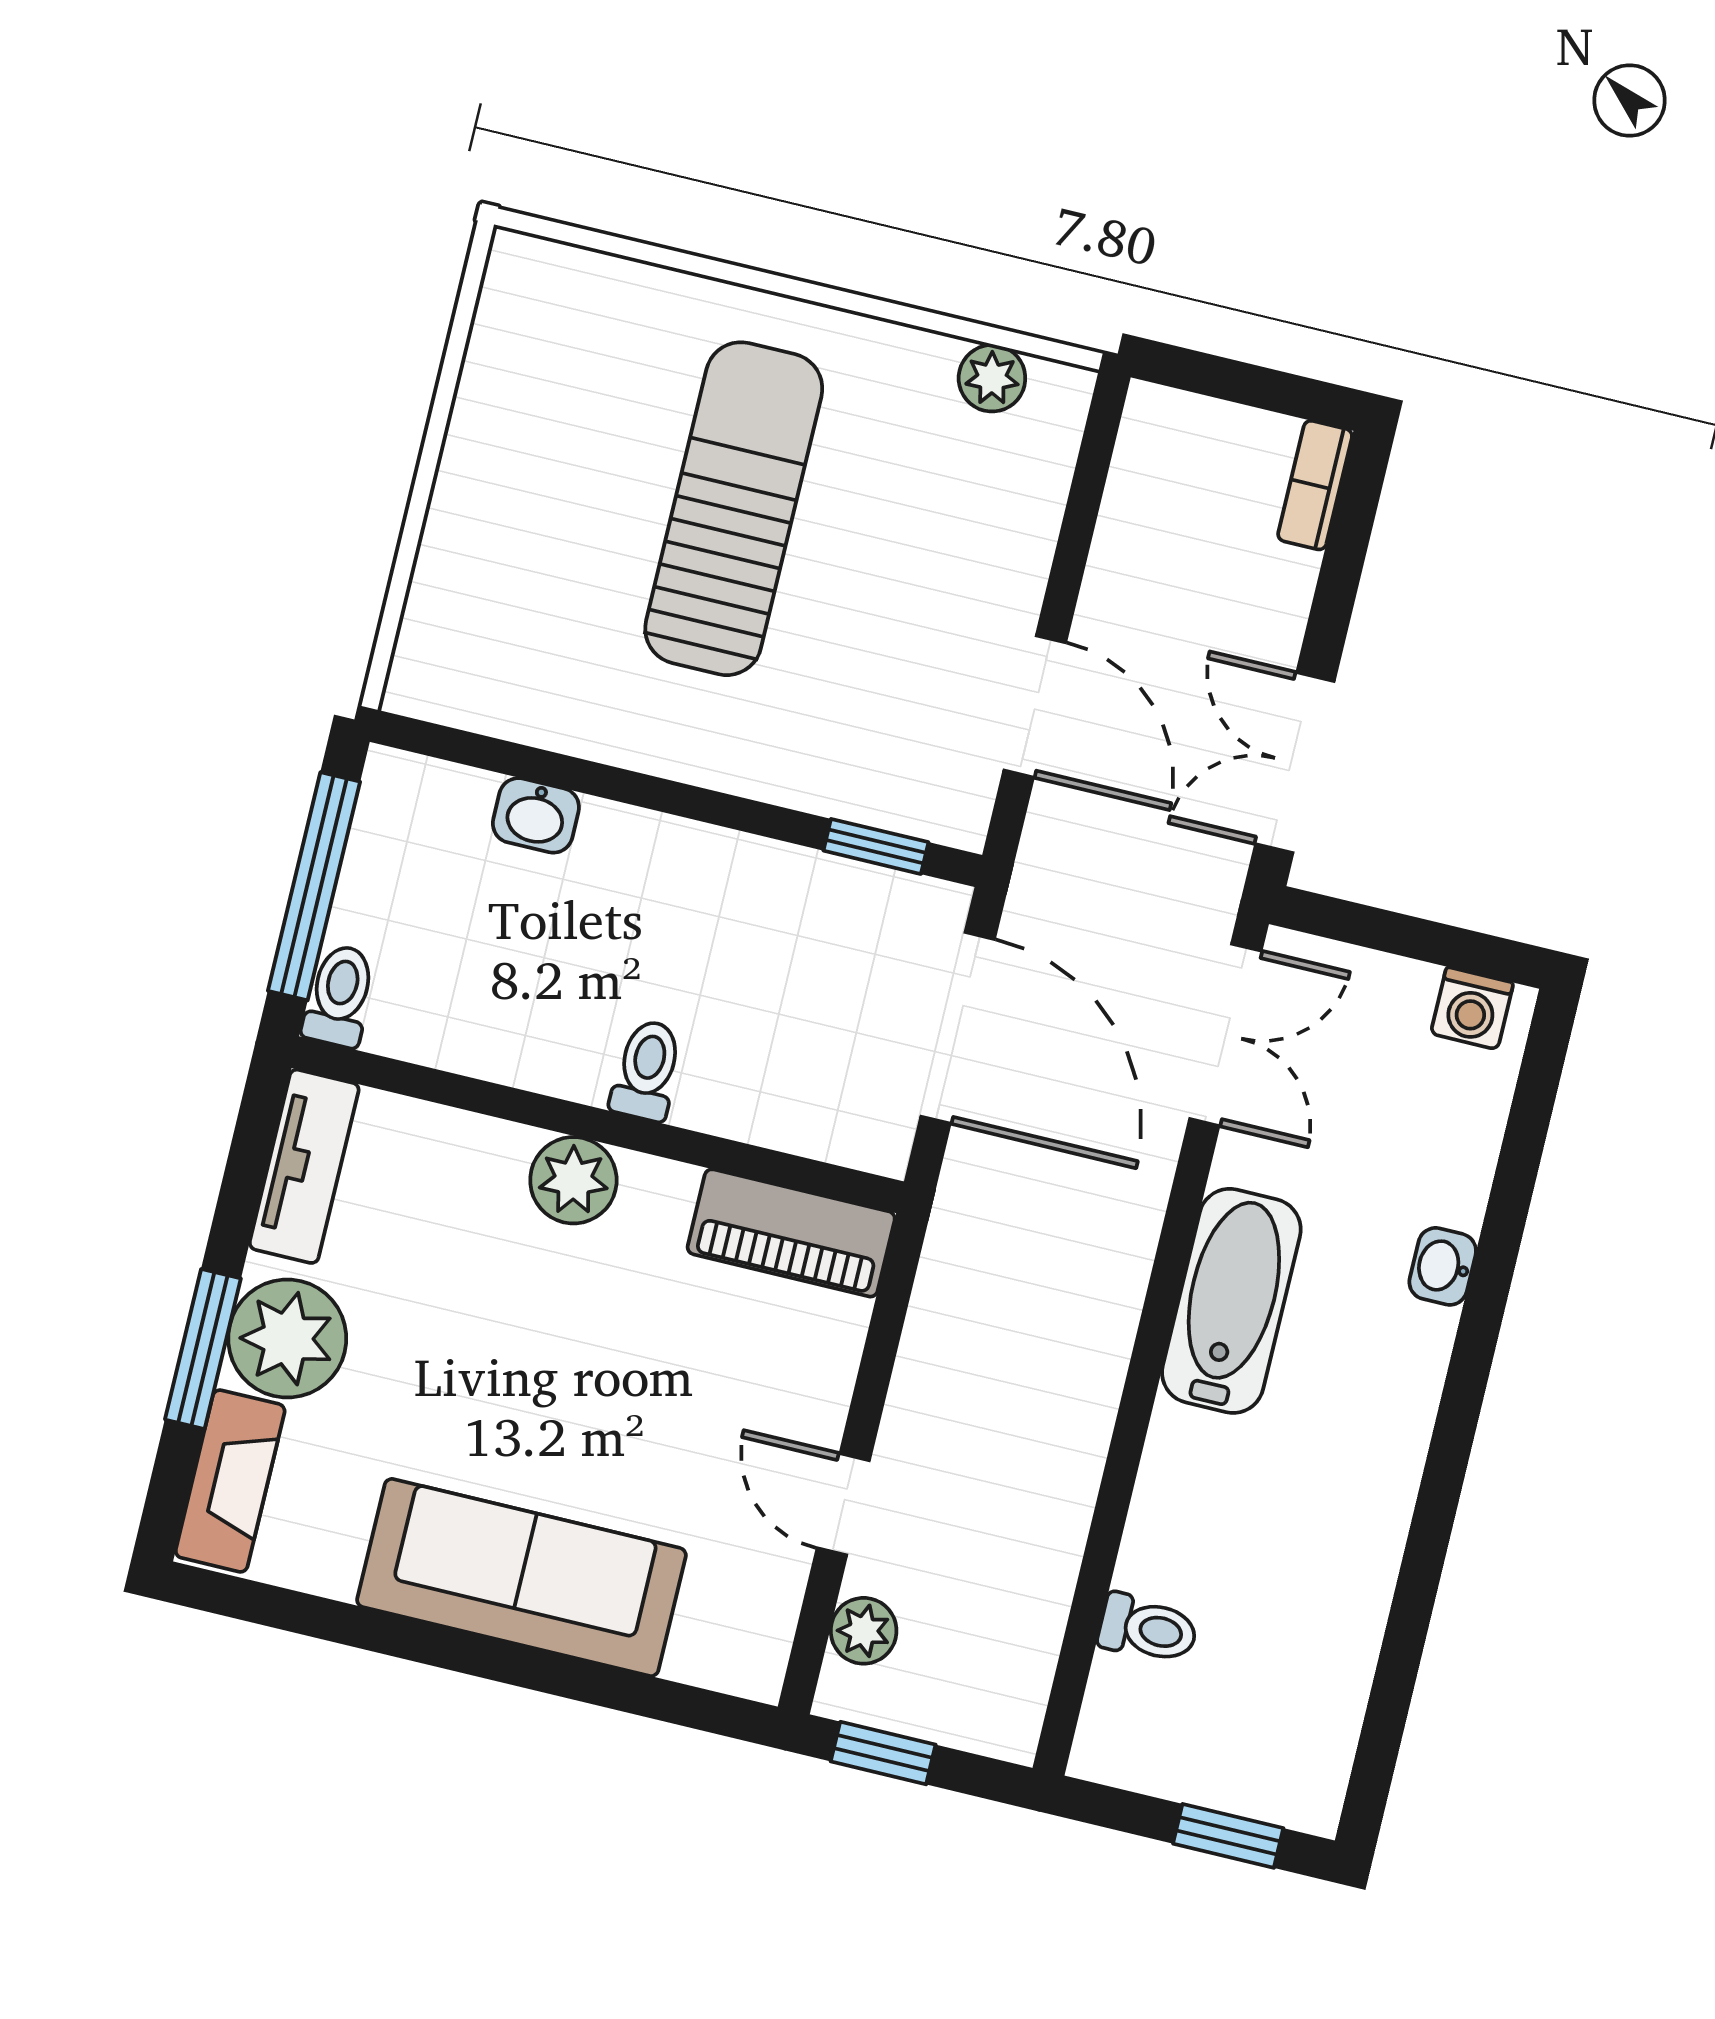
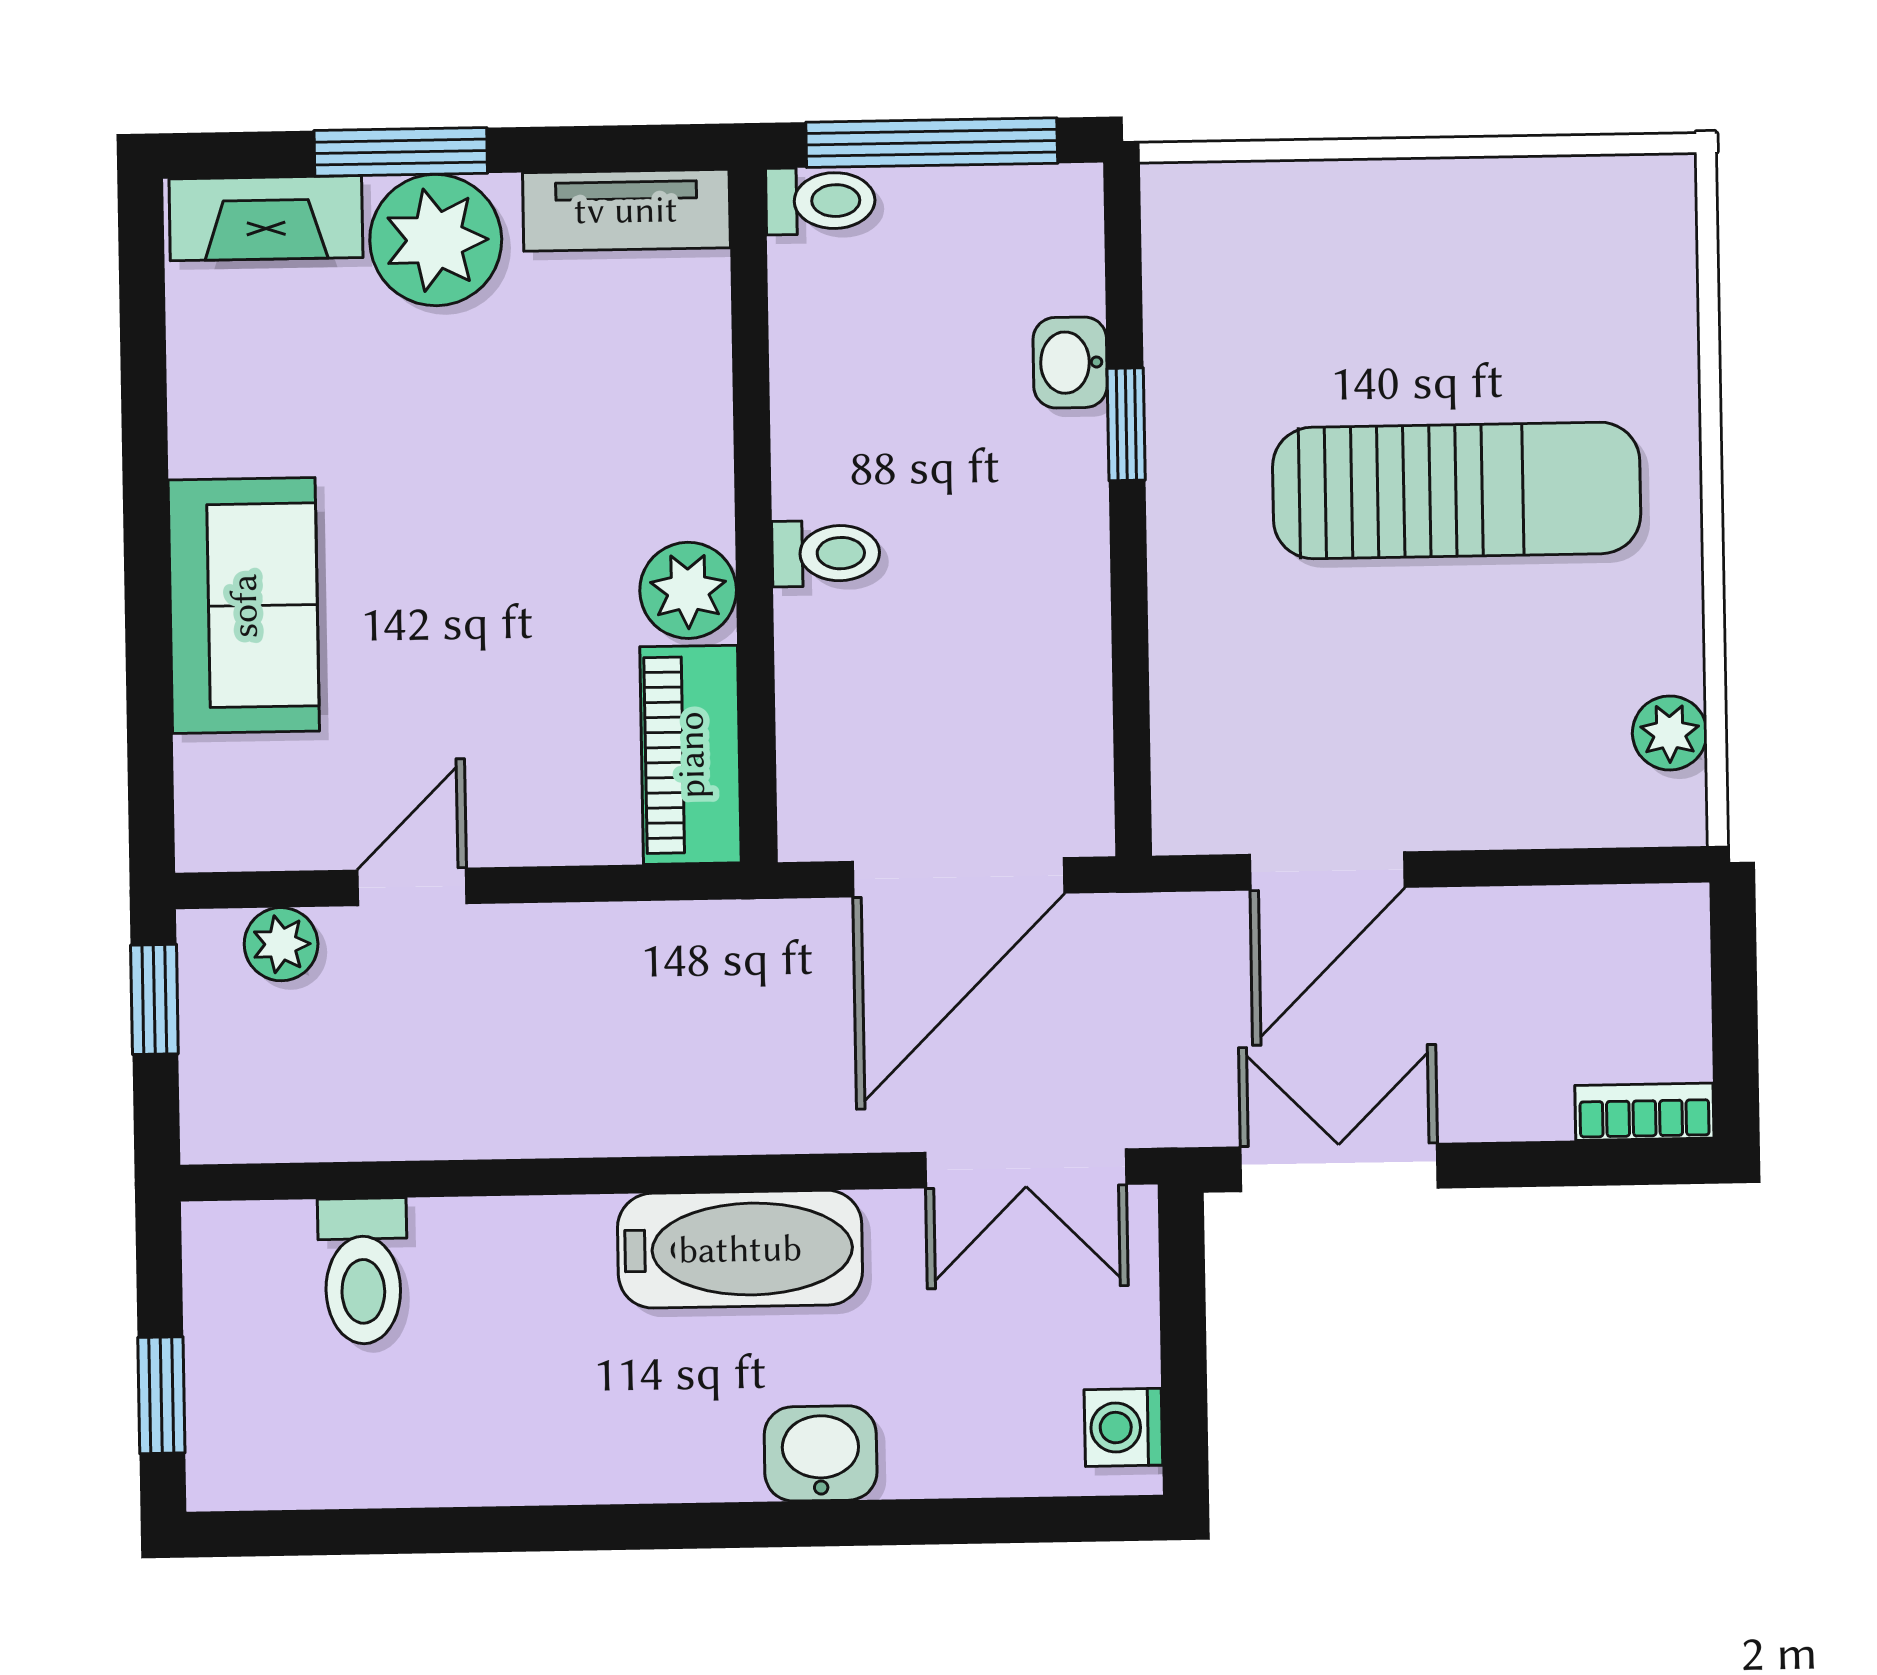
window: (876, 846) -> (1126, 424), moved
plant: (573, 1180) -> (688, 590), moved
washbasin: (1443, 1266) -> (821, 1453), width x1.38, depth x1.45
sofa: (521, 1578) -> (244, 606), width x0.73
toilet: (1148, 1629) -> (363, 1271), width x1.37, depth x1.39

